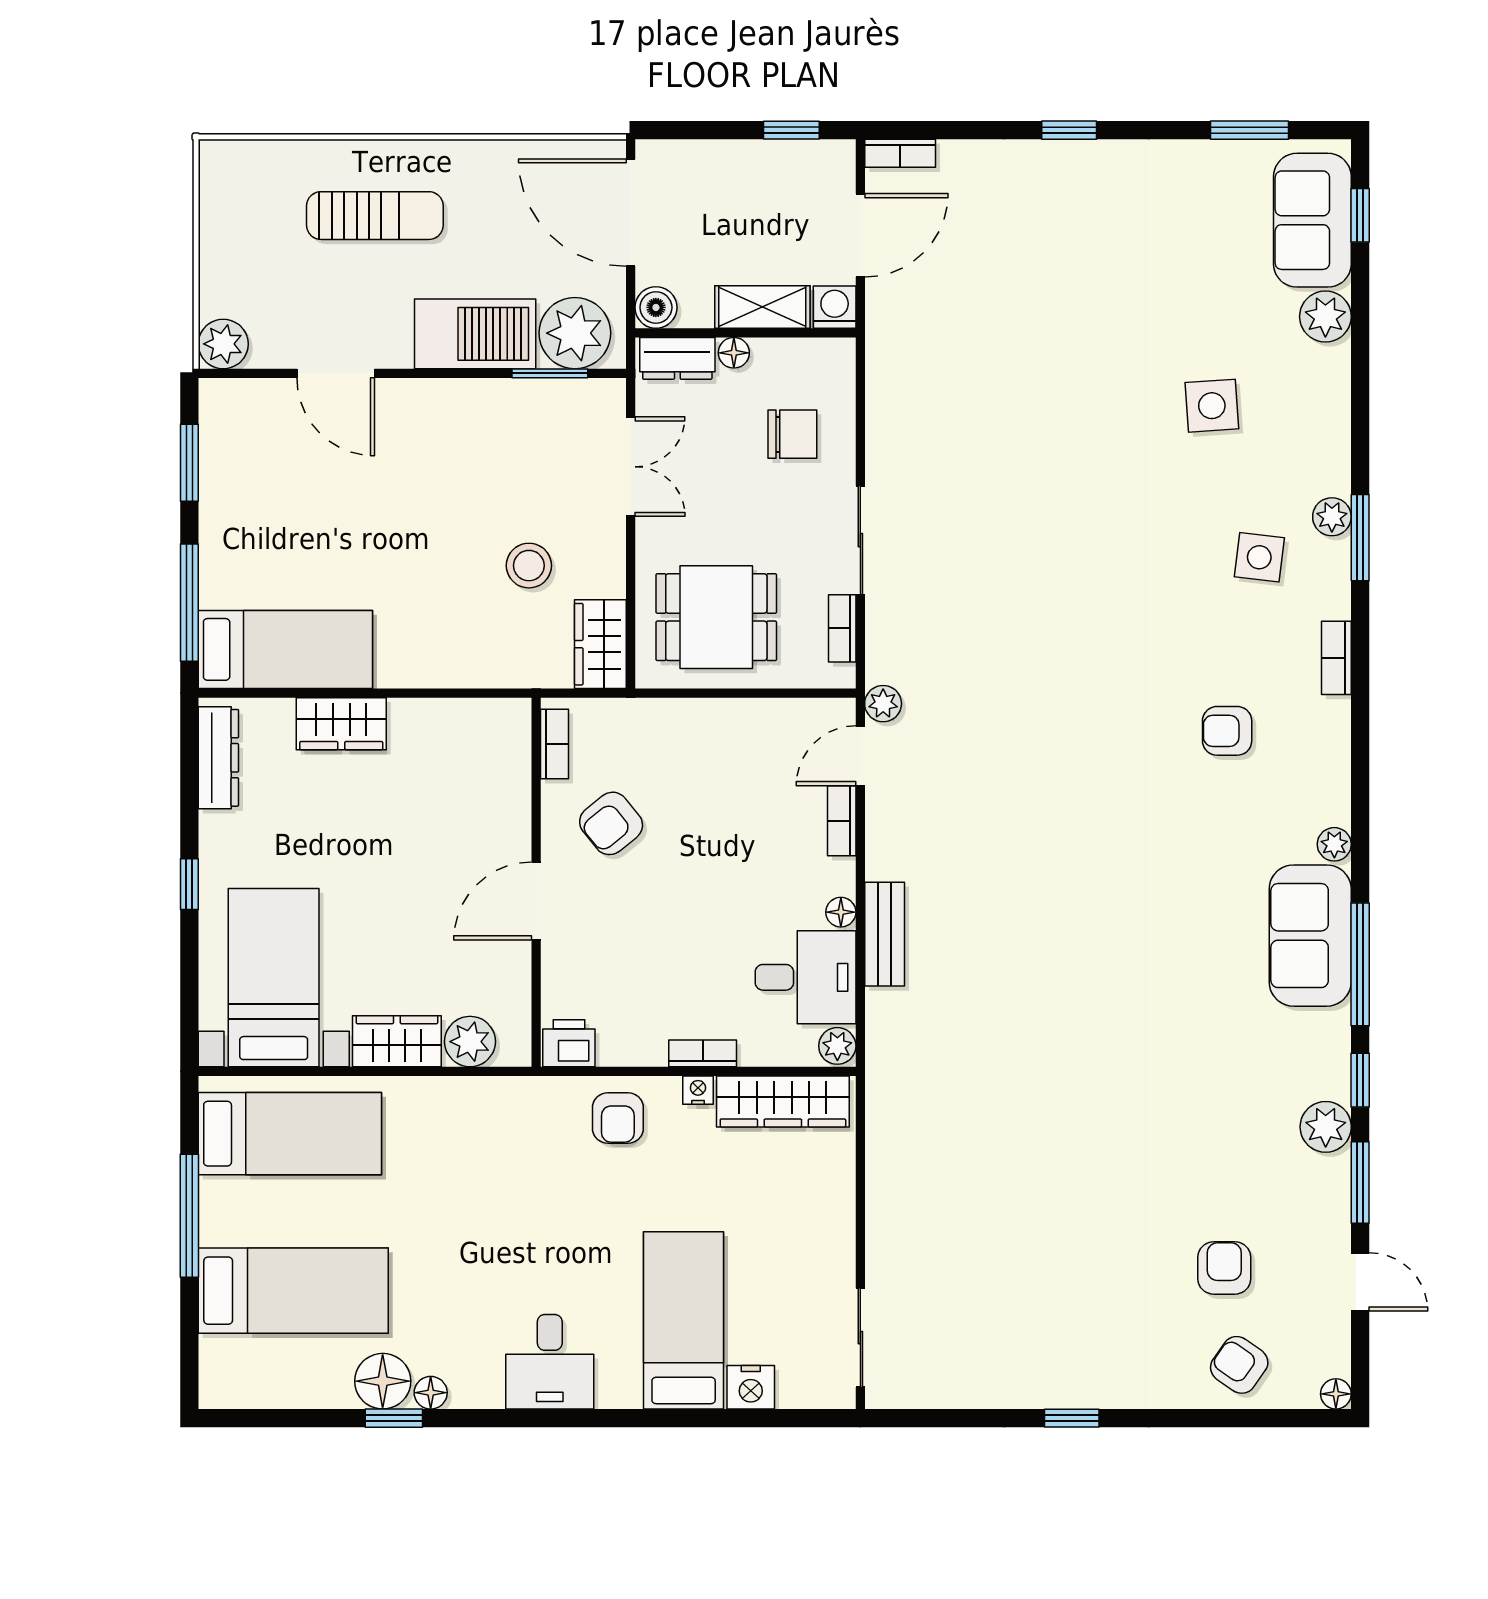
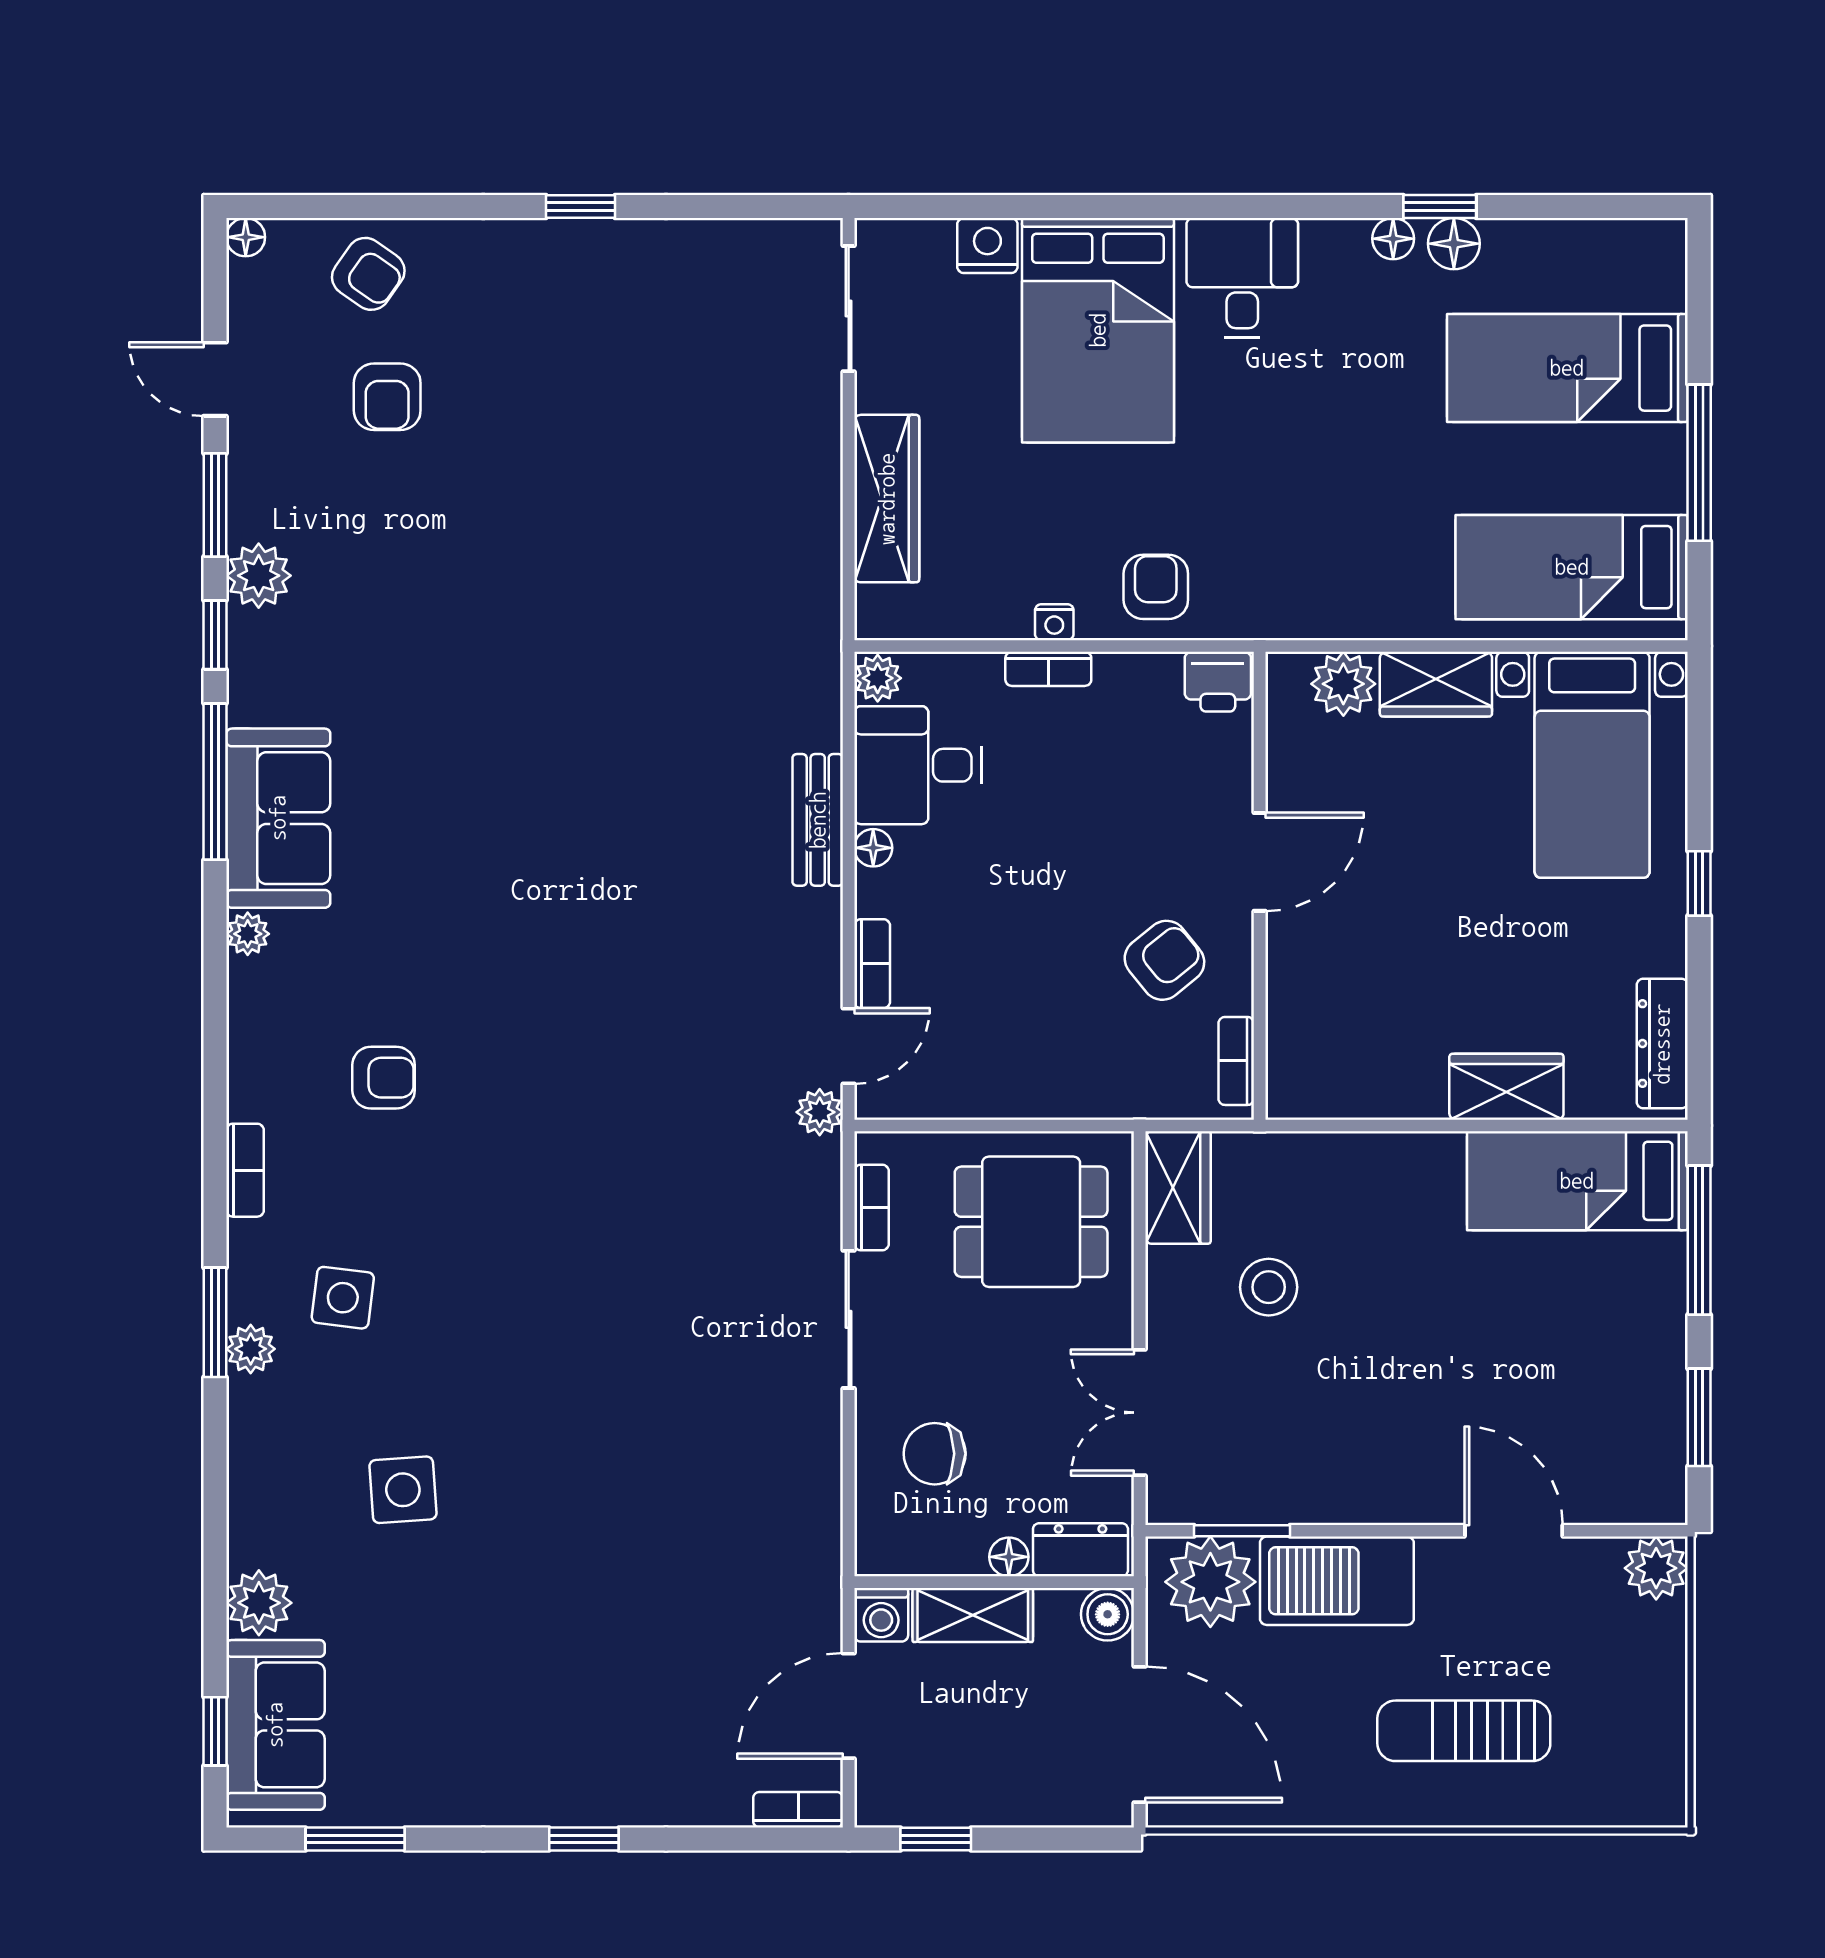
wardrobe: (783, 1101) -> (887, 499), moved, turned 90
bed: (684, 1320) -> (1098, 330), width x1.50
floor lamp: (383, 1381) -> (1454, 244), width x0.73, depth x0.73

